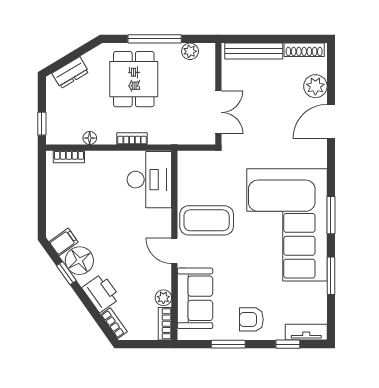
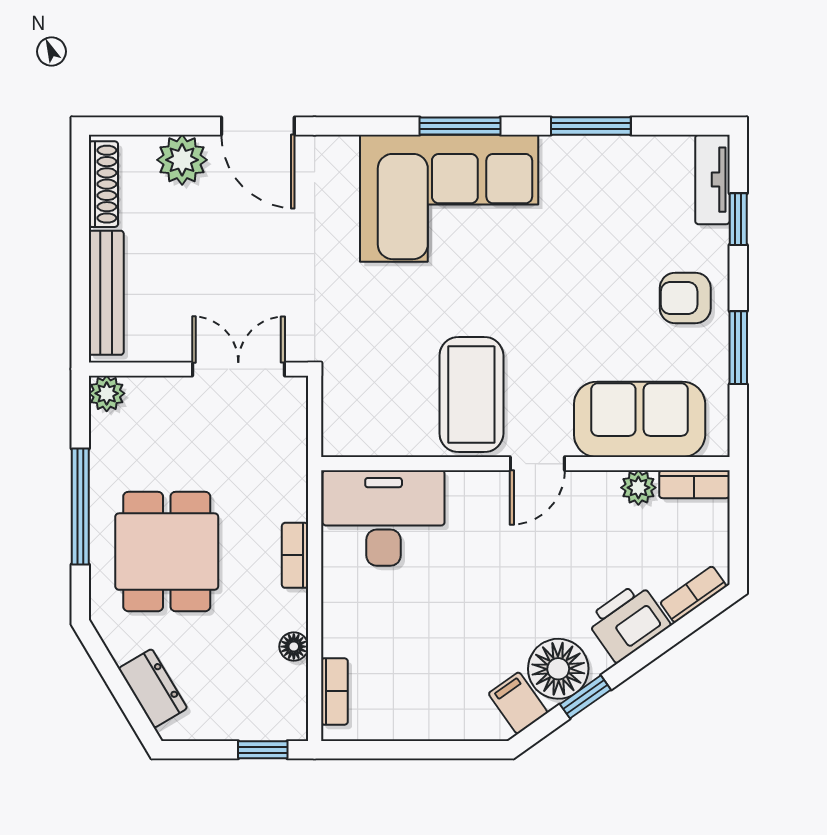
plant: (190, 51) -> (107, 393), moved
dining table: (134, 79) -> (167, 552), turned 90
corner sofa: (287, 225) -> (449, 198), width x0.73, depth x0.74
armchair: (251, 319) -> (685, 298), turned 90

